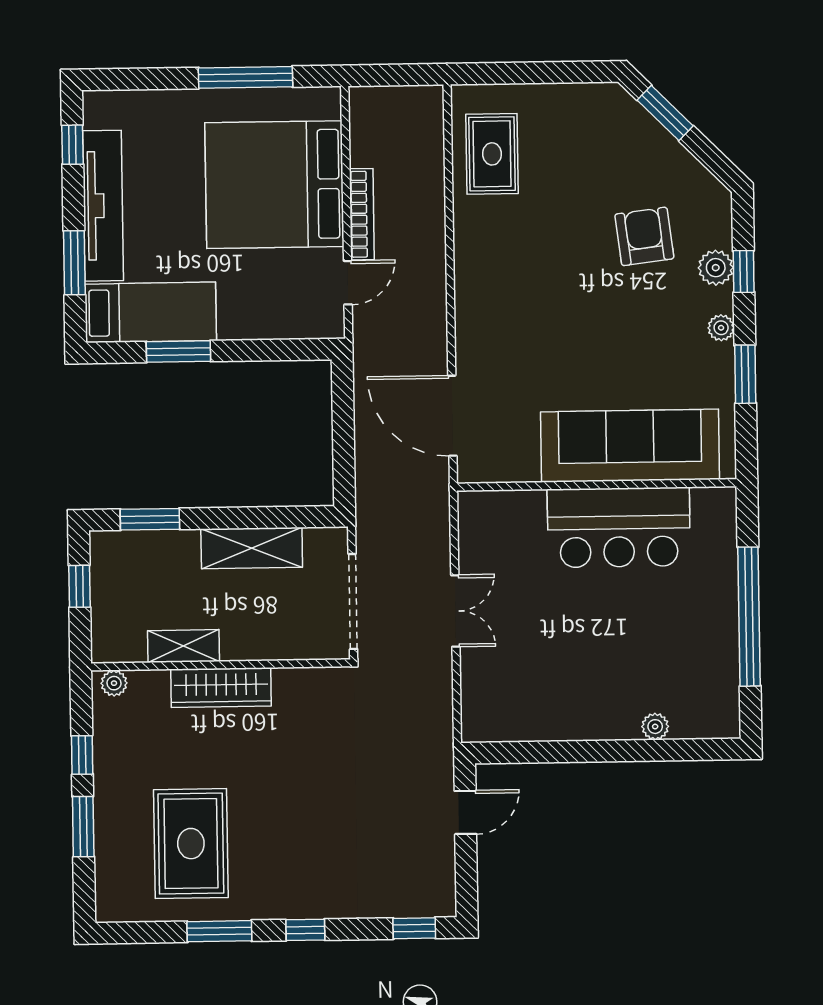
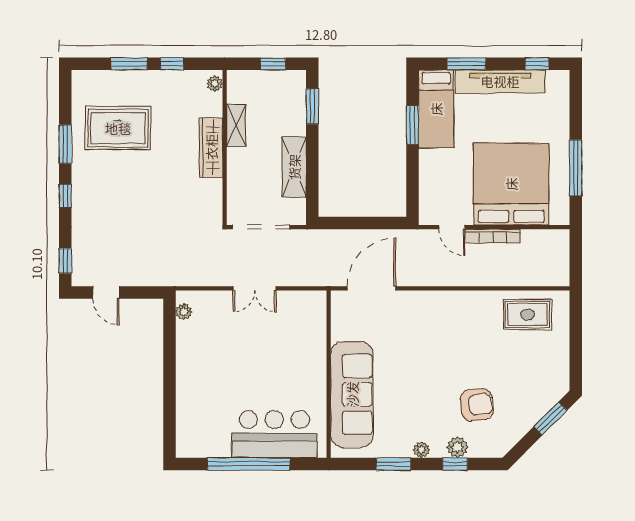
bar counter: (619, 527) -> (274, 434), moved, turned 90
plant: (655, 727) -> (184, 312), moved
door: (465, 812) -> (106, 292), moved

